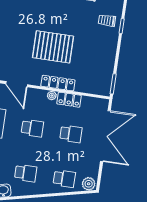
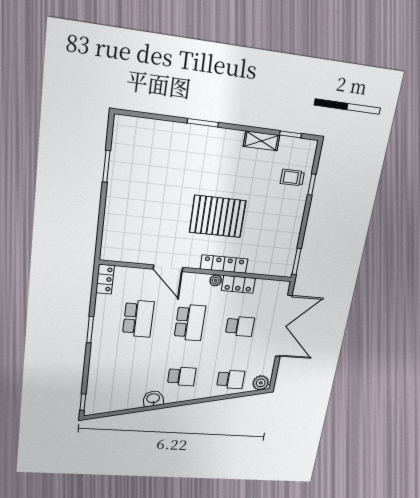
school desk: (32, 128) -> (190, 323), width x1.85

